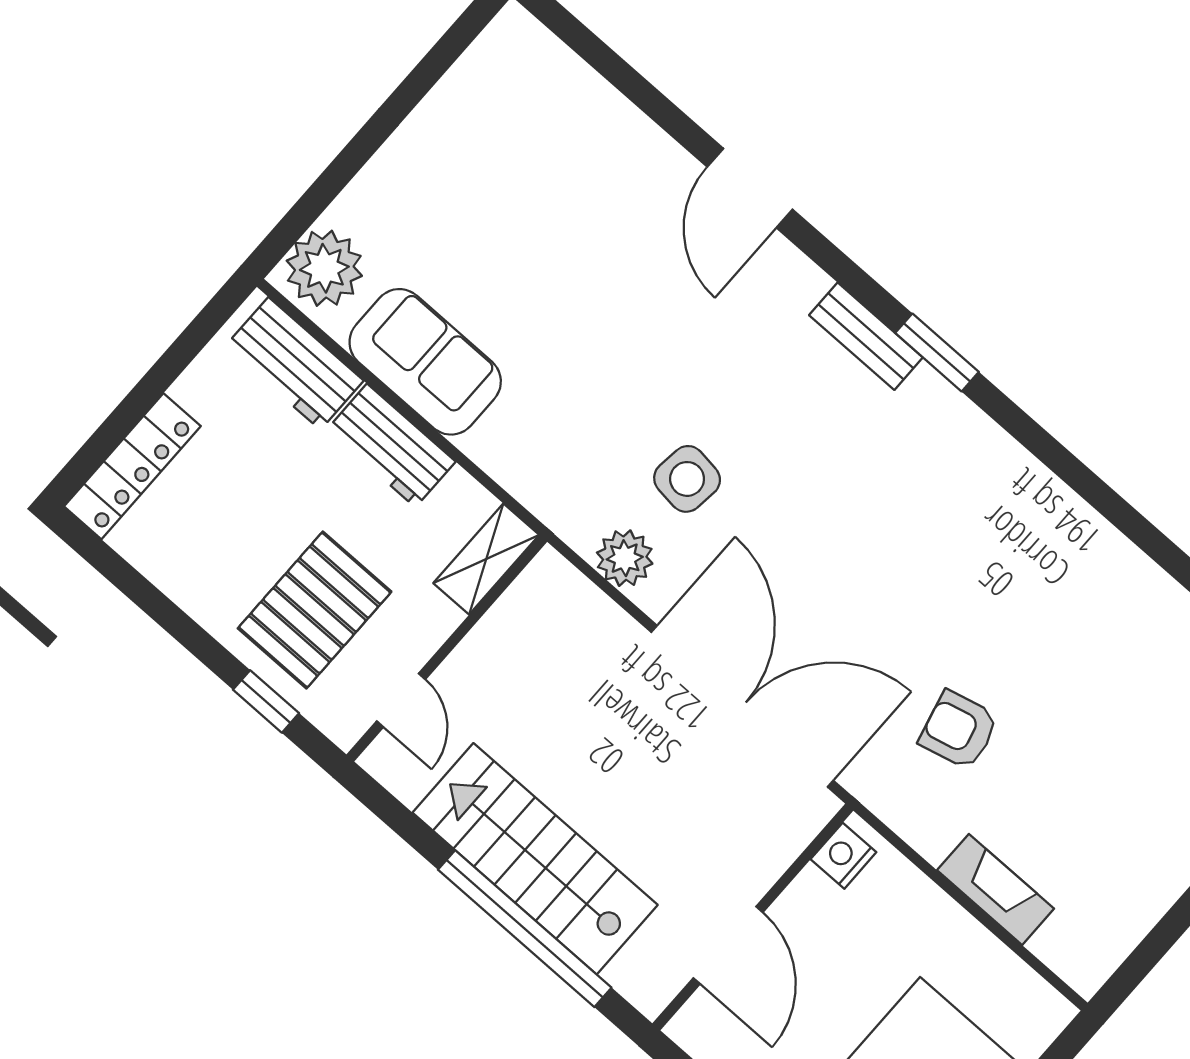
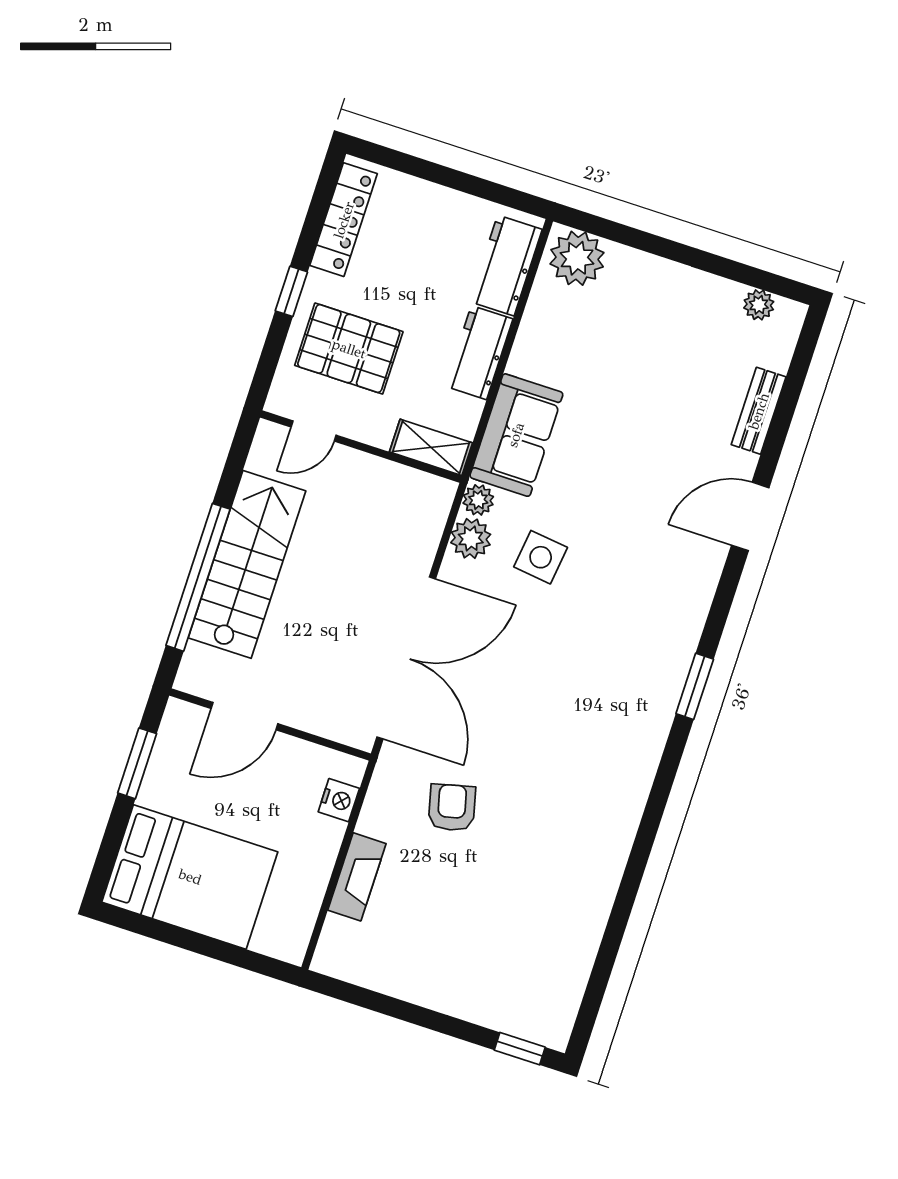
plant: (484, 61) -> (759, 305), added
bench: (866, 336) -> (759, 411), moved
sofa: (425, 362) -> (516, 435), moved
locker: (132, 466) -> (344, 220), moved, turned -90
plant: (579, 527) -> (478, 500), added
window: (266, 701) -> (291, 291), moved
nightstand: (843, 856) -> (339, 800), moved, turned 90

